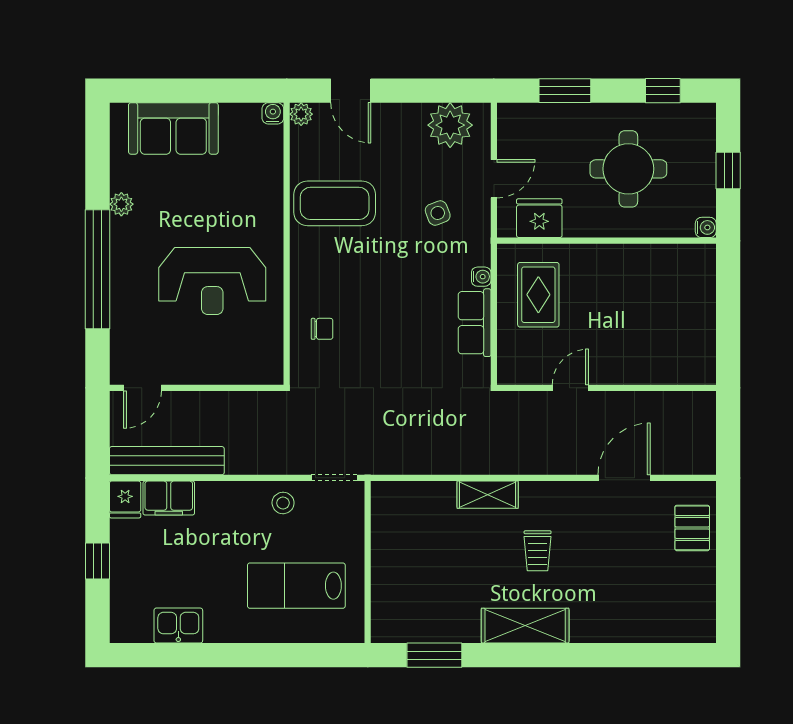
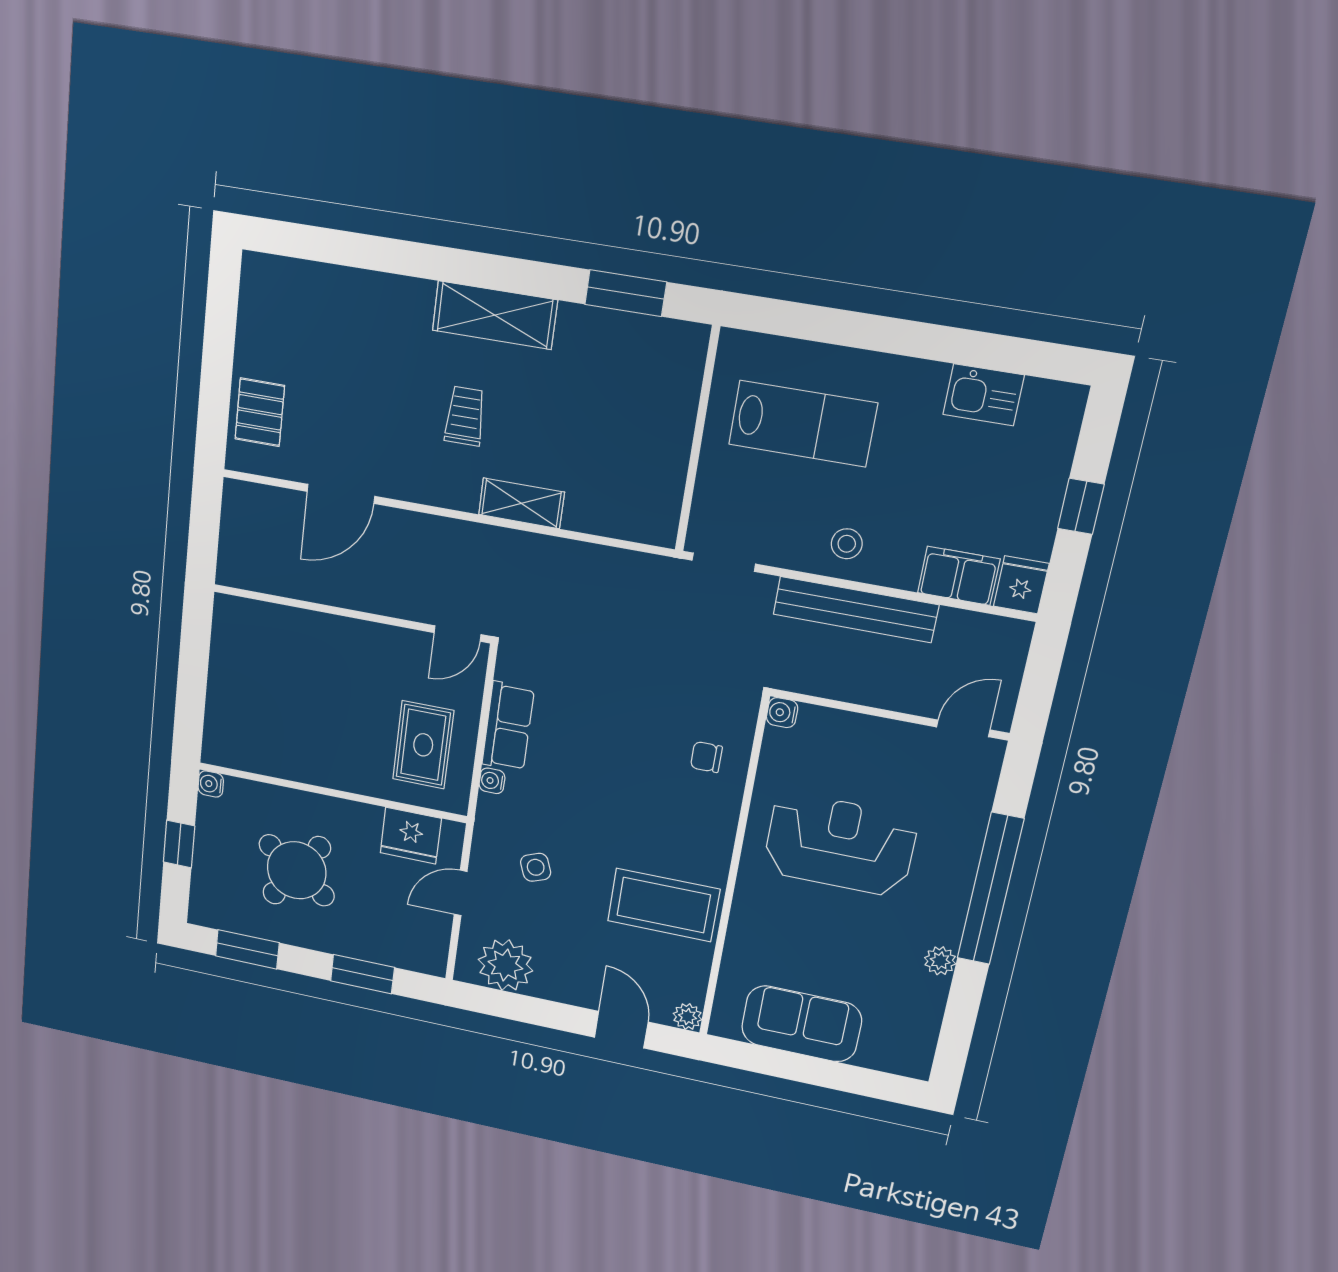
window: (663, 91) -> (247, 949), width x1.50
water cooler: (273, 113) -> (782, 713), moved, turned 90
sofa: (173, 128) -> (801, 1024), moved
round table: (628, 169) -> (297, 870), turned 35
door: (570, 388) -> (458, 634), moved
bench: (167, 461) -> (856, 610), moved
stool: (283, 503) -> (847, 544), moved

